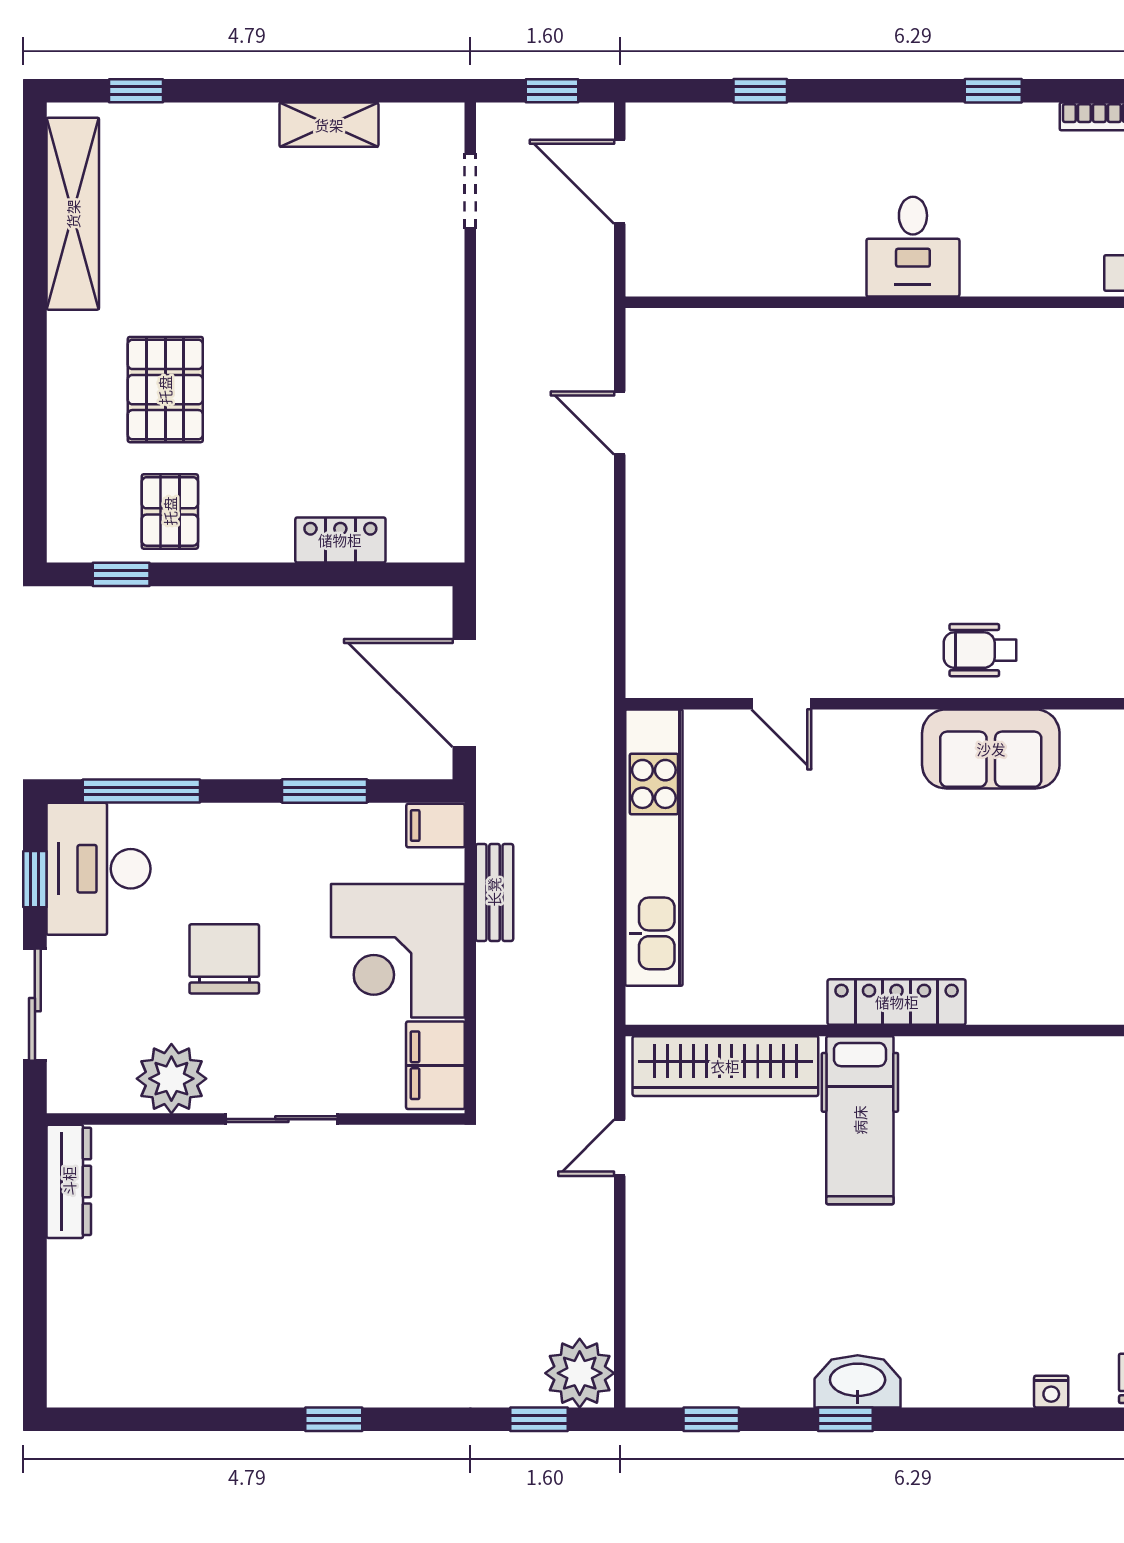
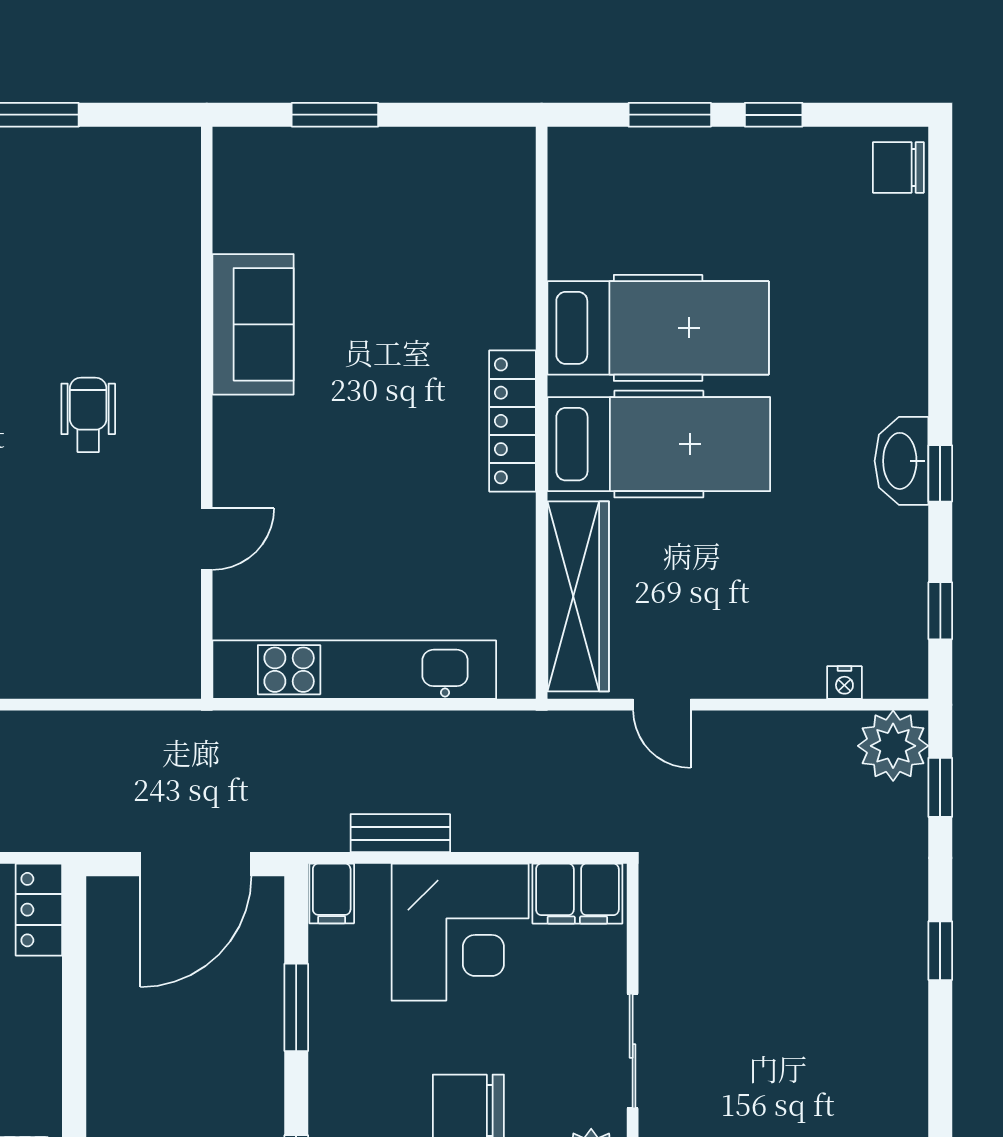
locker: (340, 540) -> (39, 910), moved
wheelchair: (980, 650) -> (88, 415), moved, turned 180
hospital bed: (860, 1120) -> (659, 444), width x1.37, depth x1.29
hospital bed: (987, 1144) -> (658, 328), added
nightstand: (1051, 1392) -> (844, 683), moved, turned 90
window: (334, 1419) -> (940, 951), moved

